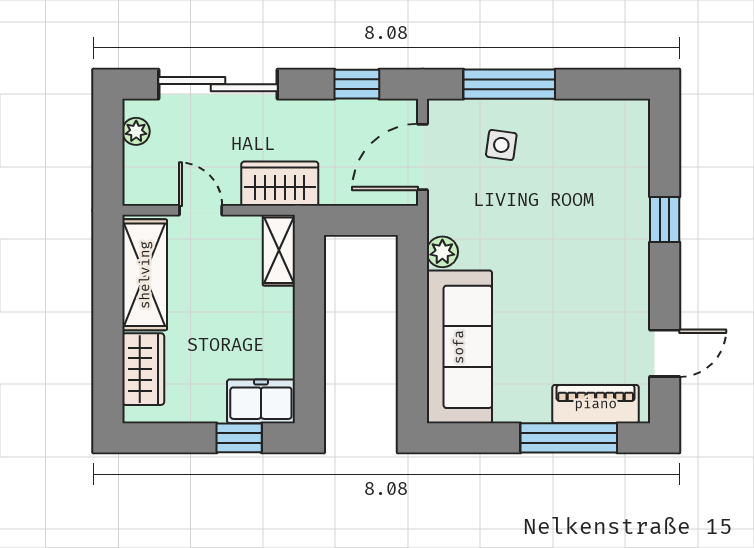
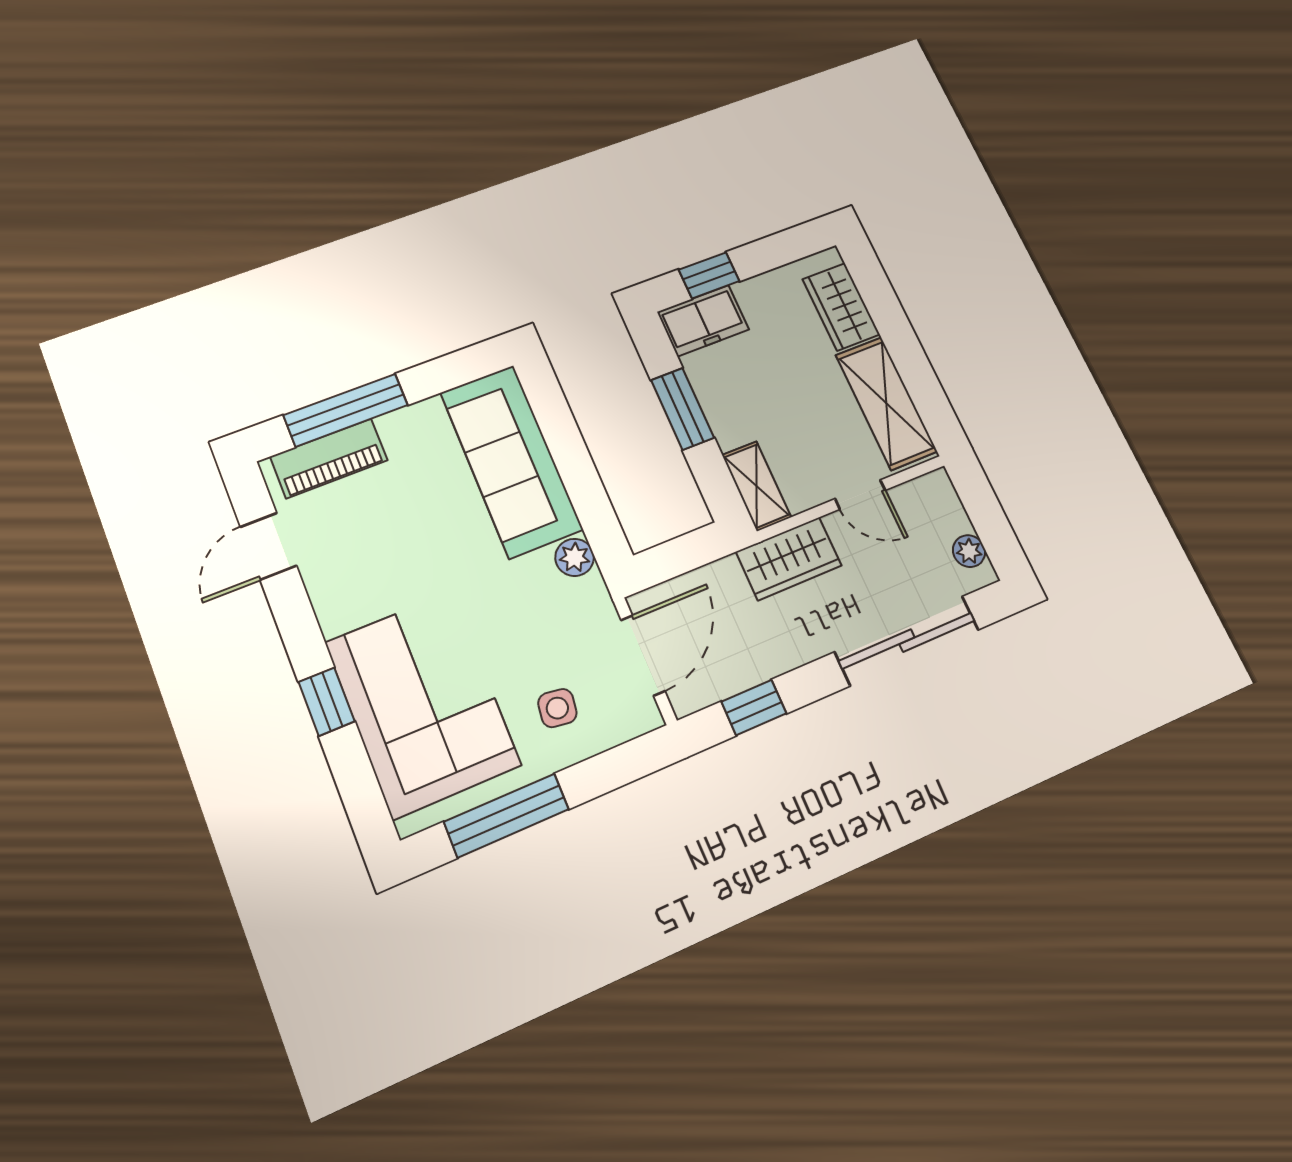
window: (509, 84) -> (506, 815), moved
corner sofa: (597, 189) -> (423, 704), added
window: (309, 335) -> (683, 409), added

